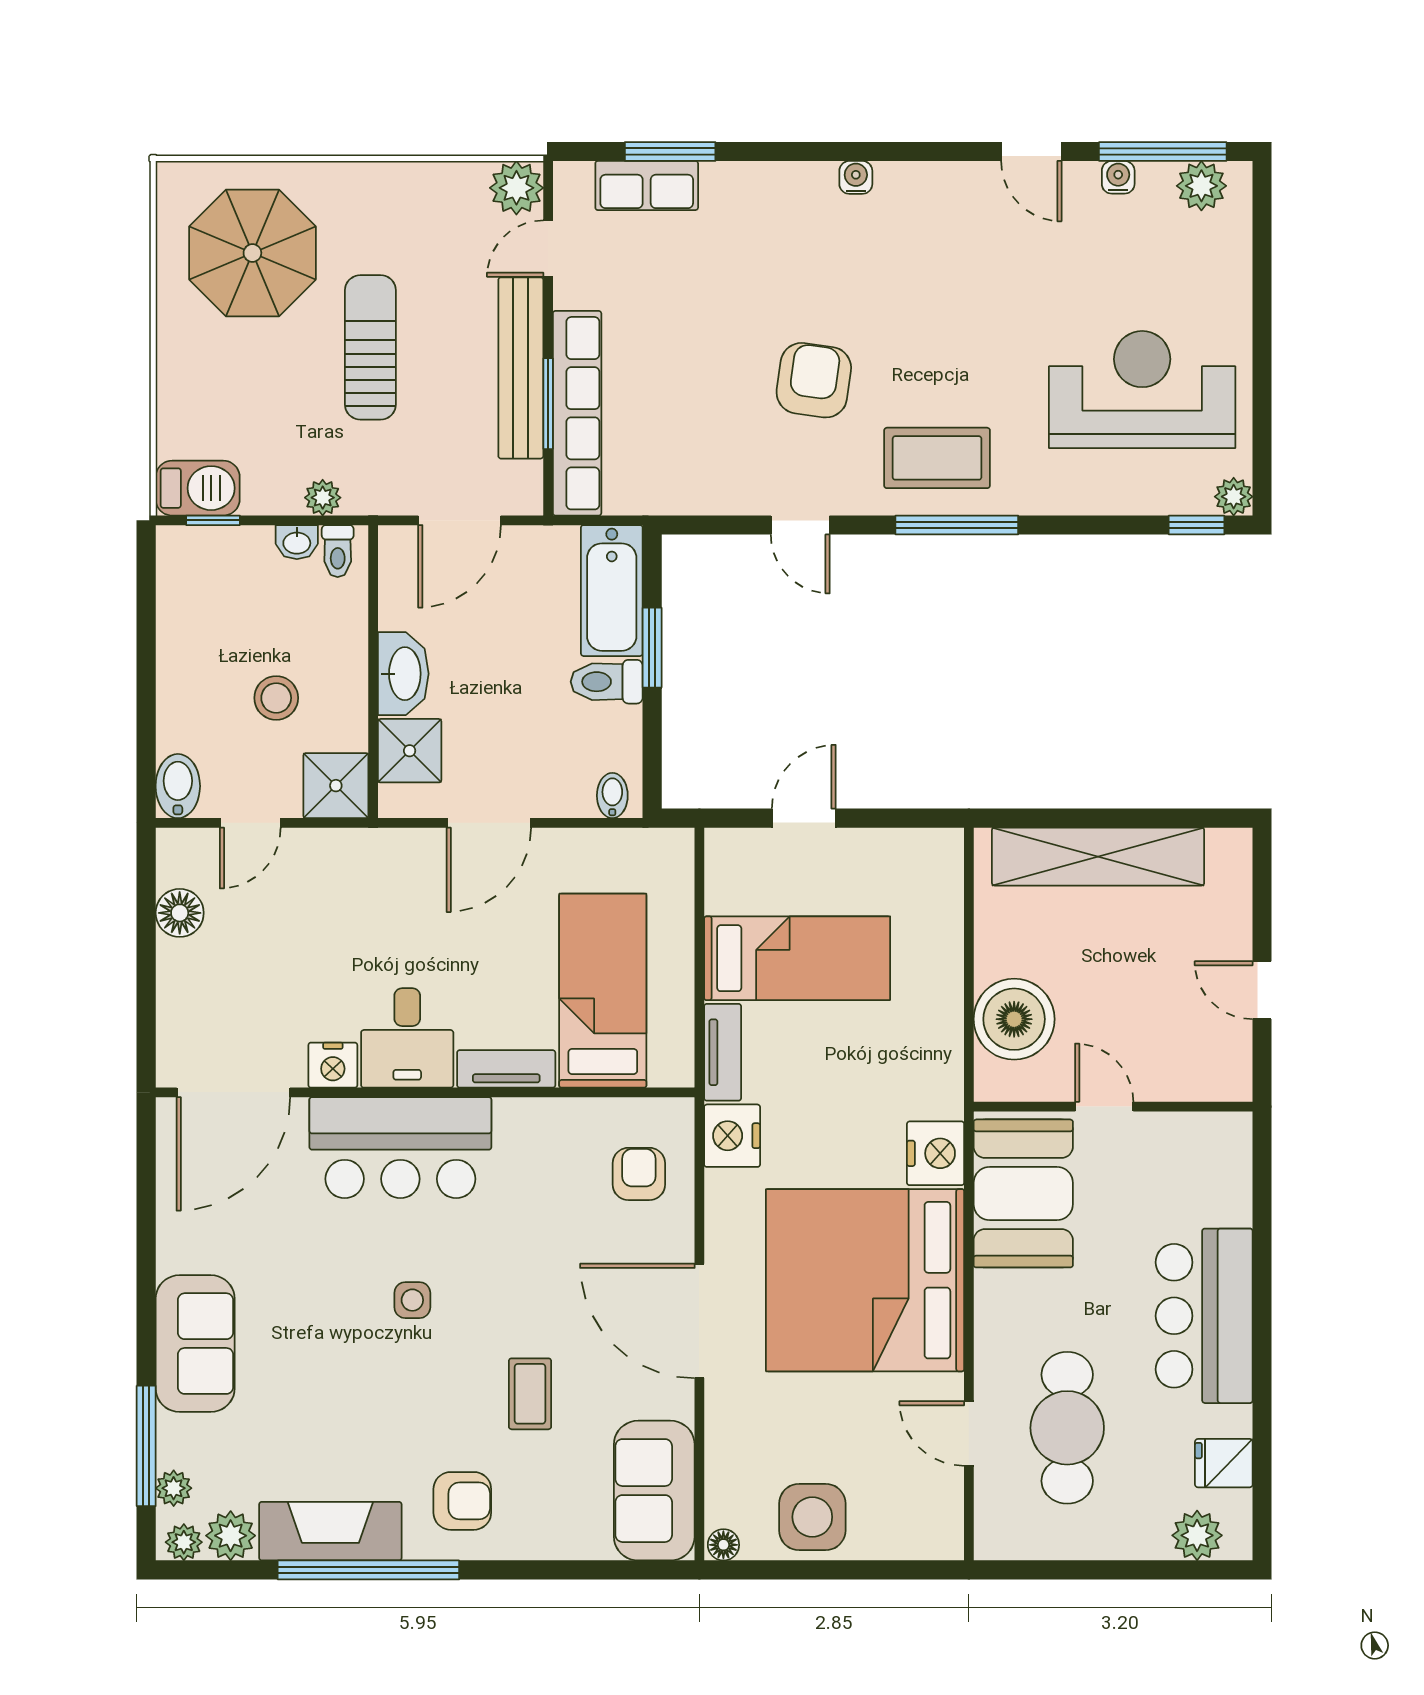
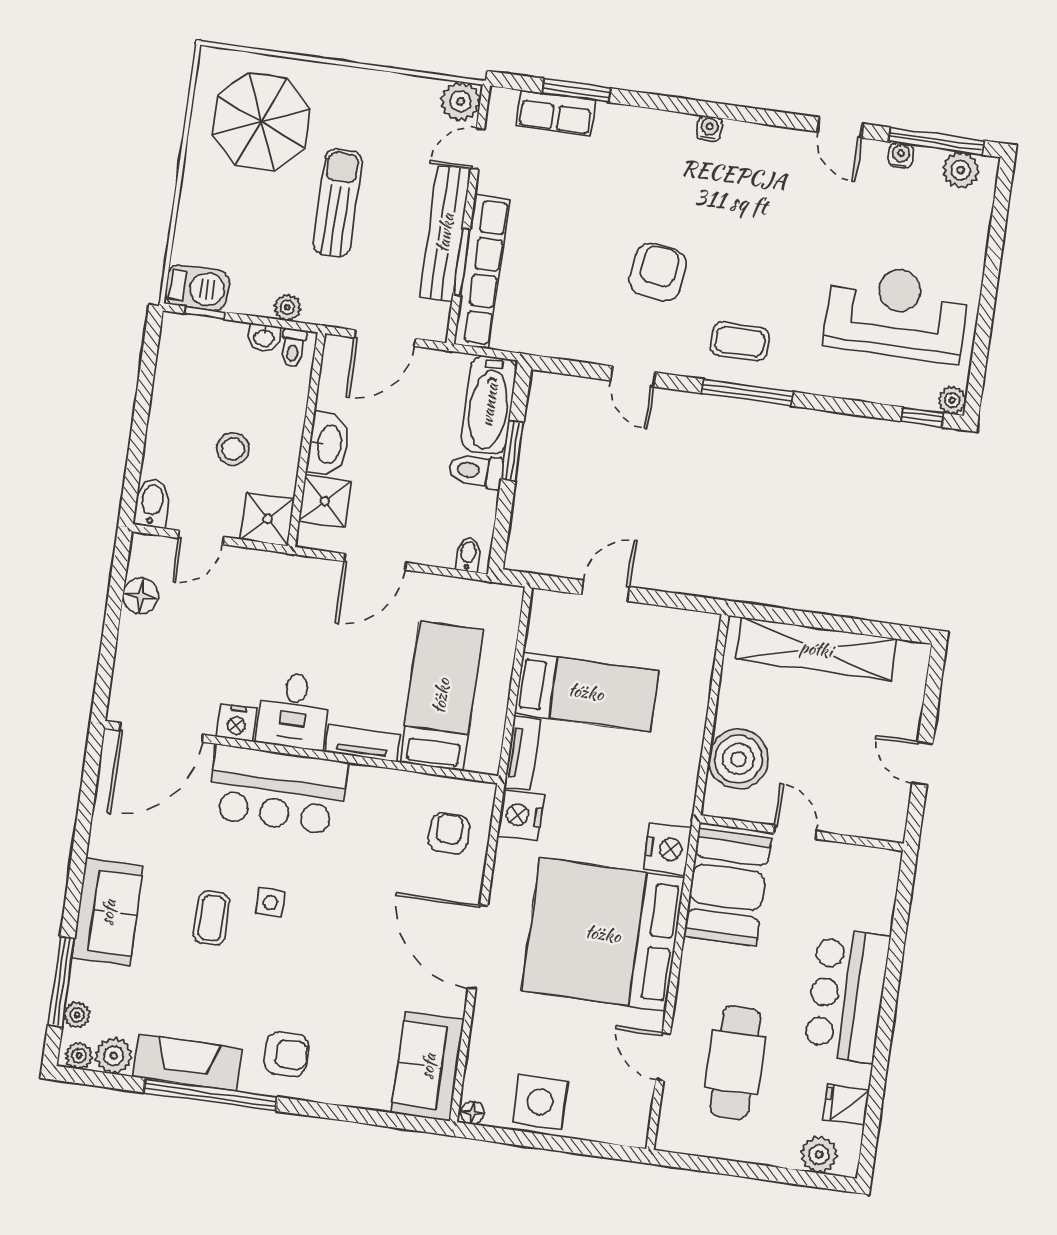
coffee table: (937, 458) -> (740, 342), width x0.73, depth x0.77
coffee table: (530, 1394) -> (212, 918), moved

